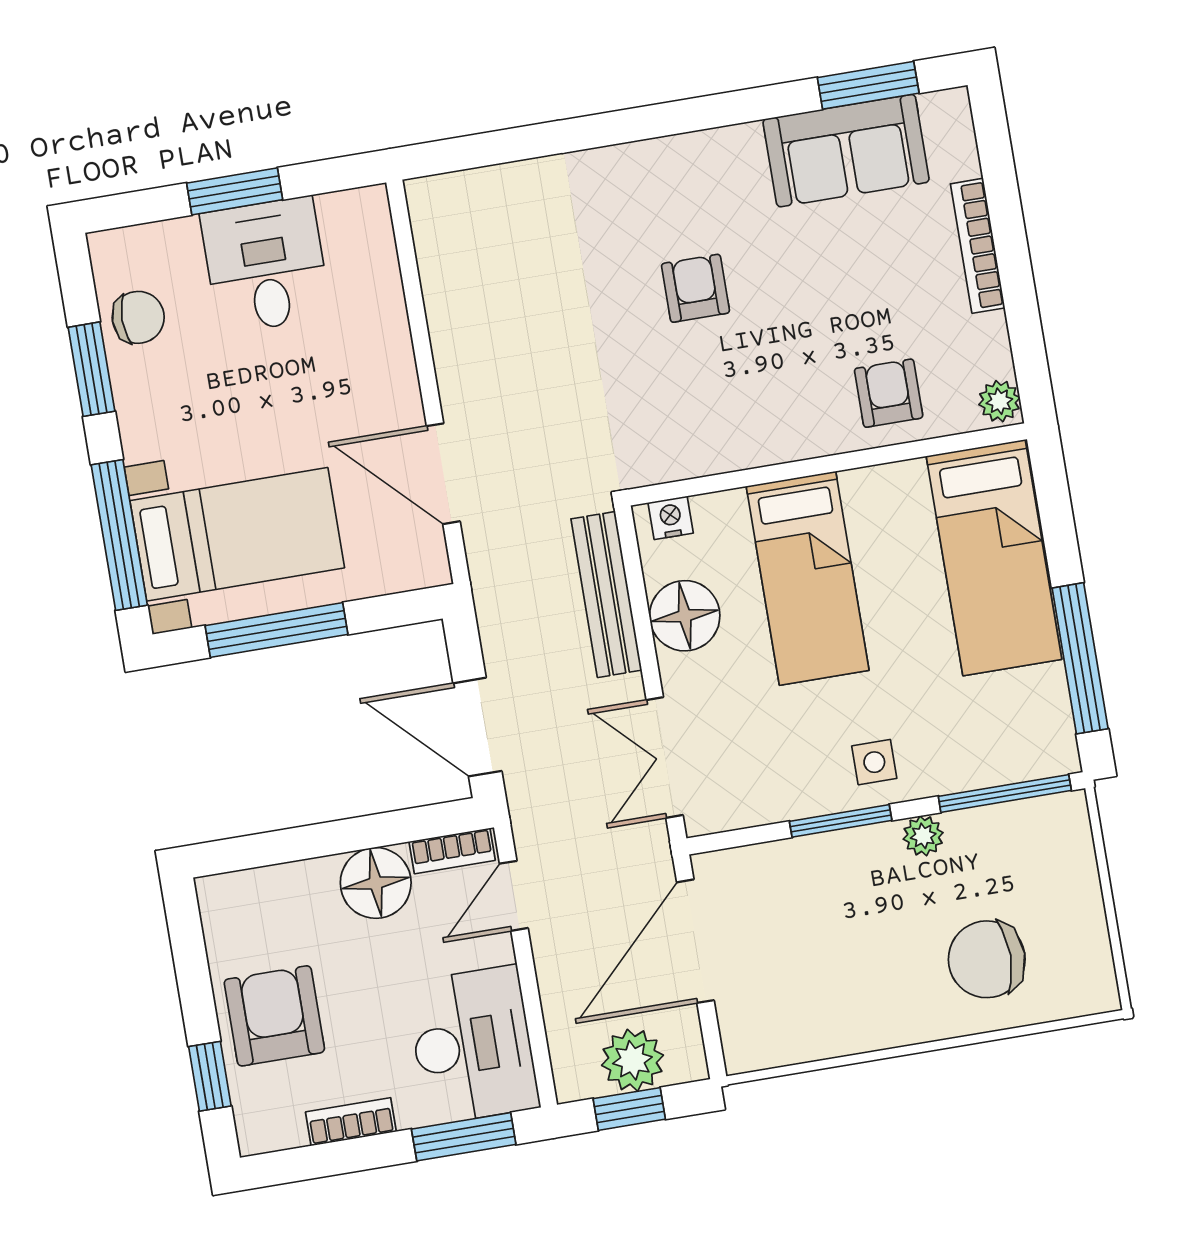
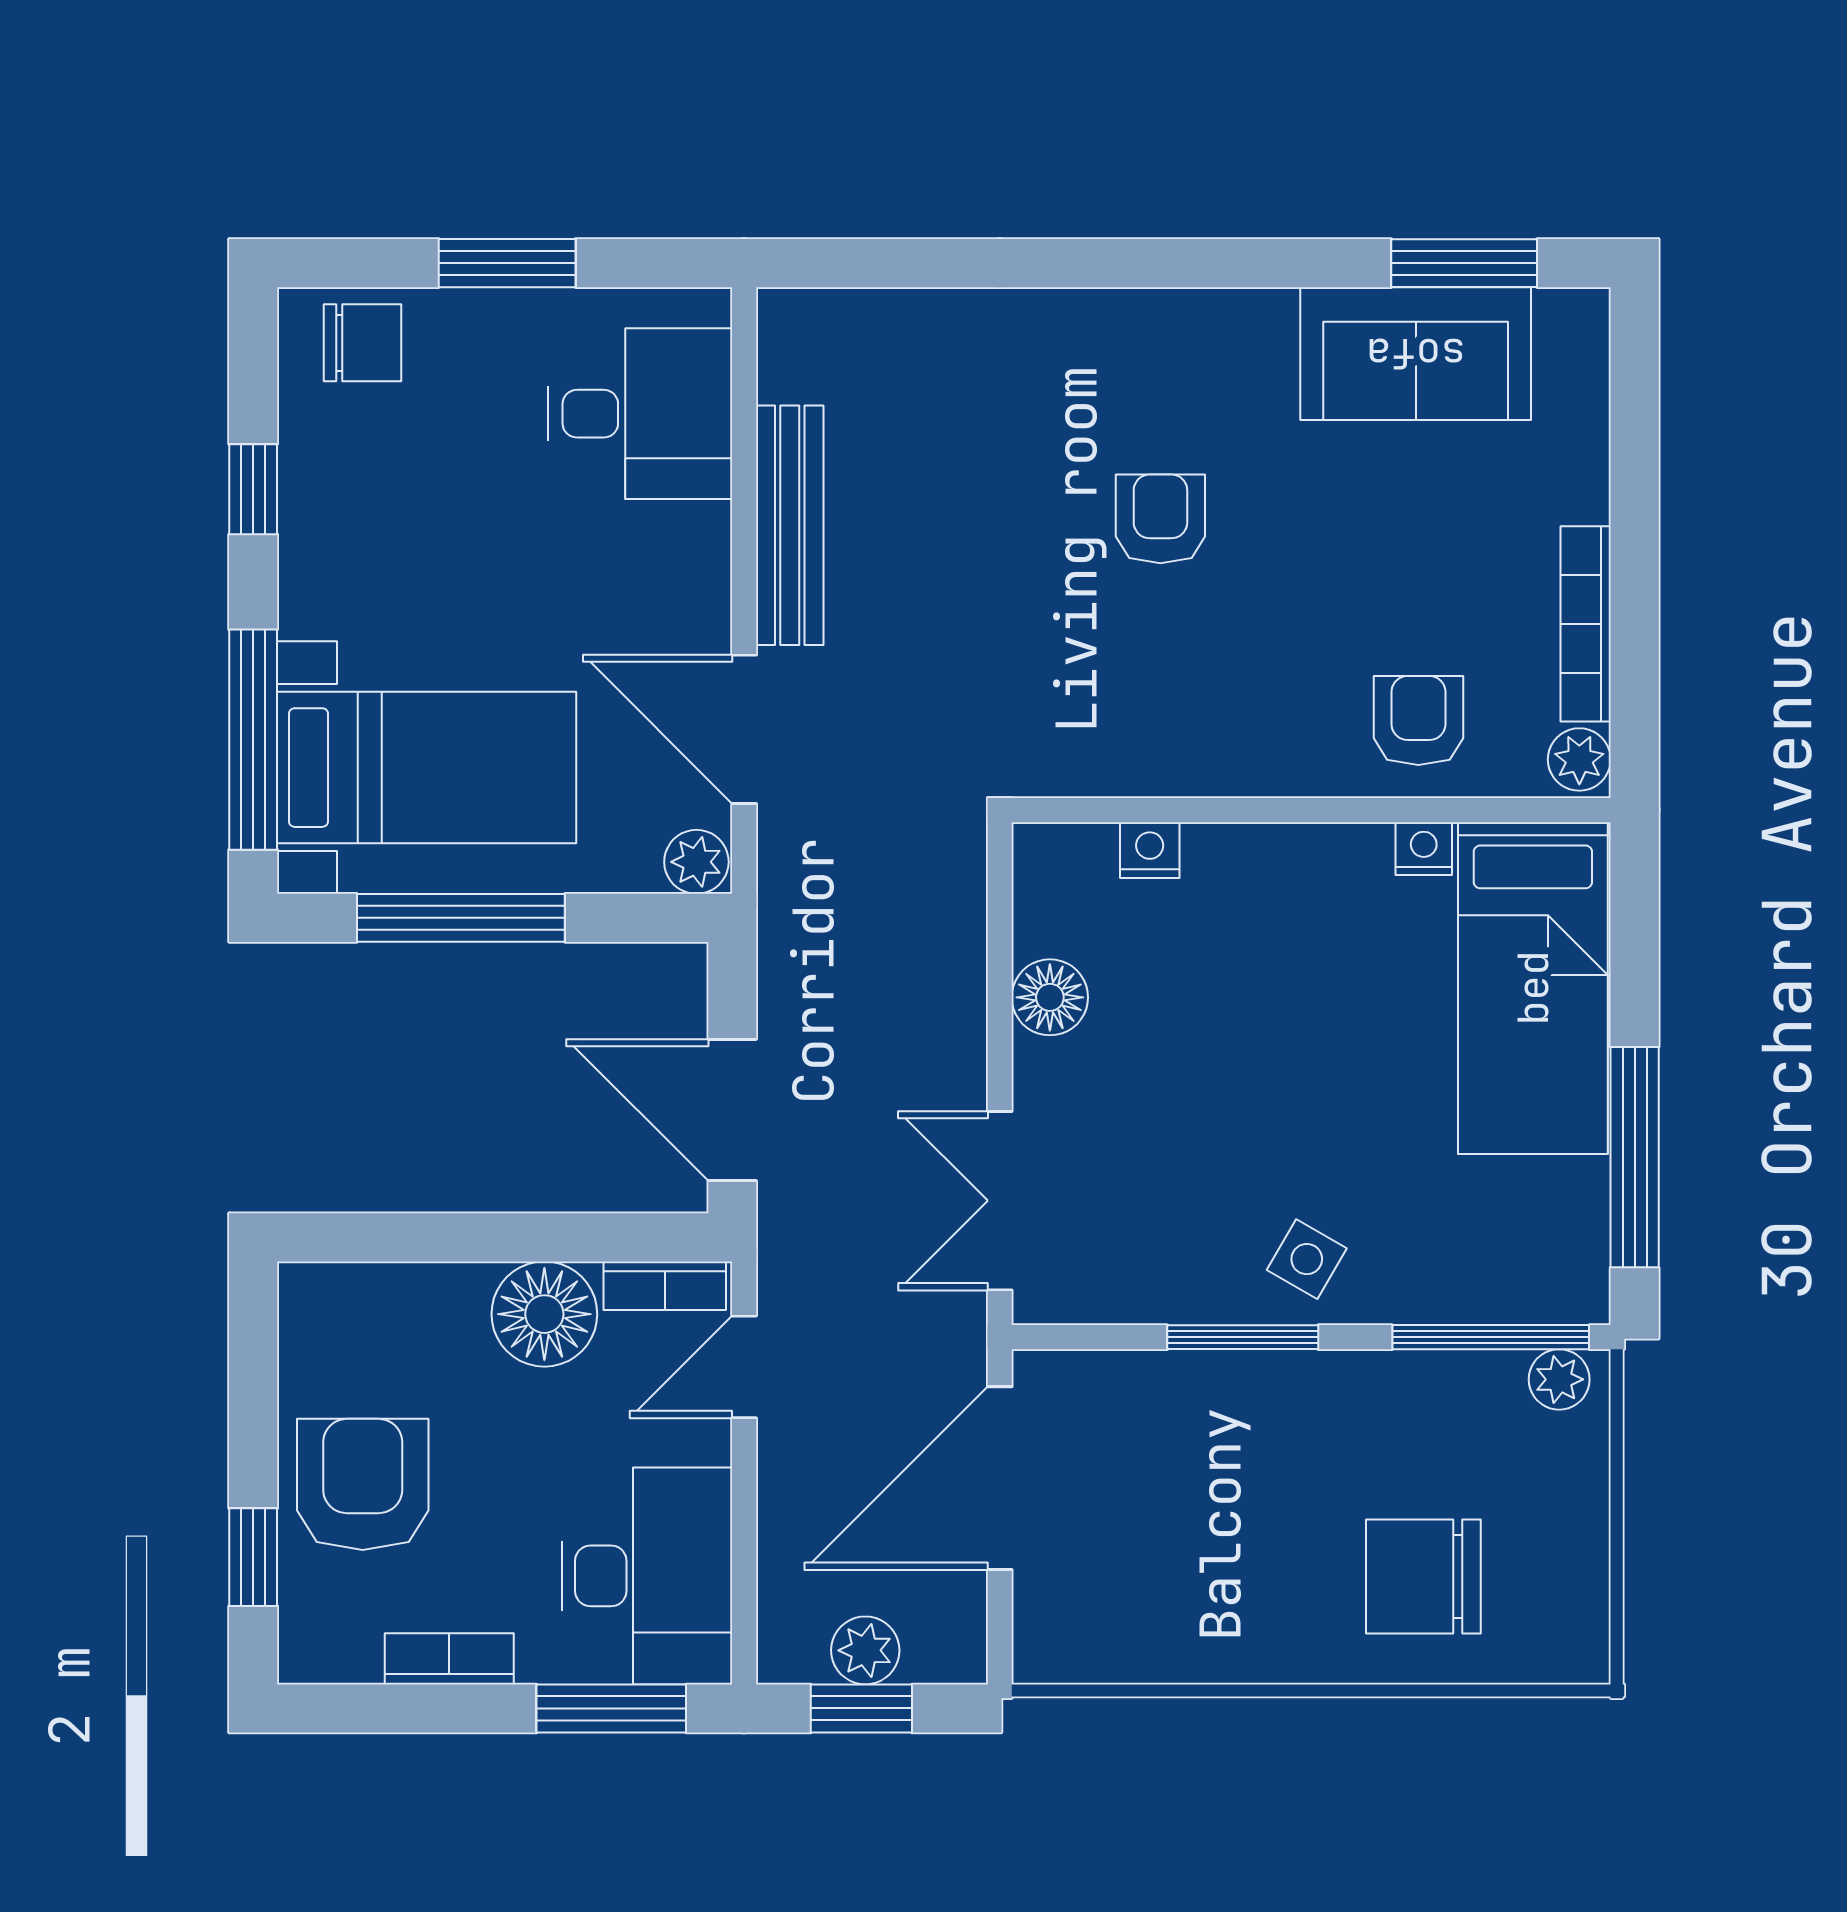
bookcase: (978, 246) -> (1586, 624), moved
desk: (266, 265) -> (640, 414), moved, turned 90
chair: (138, 317) -> (362, 343), moved
window: (91, 369) -> (253, 489), width x0.67
nightstand: (906, 477) -> (1424, 849), added
nightstand: (671, 518) -> (1150, 850), moved
plant: (426, 567) -> (696, 862), added
bed: (808, 578) -> (1254, 972), removed
bench: (606, 595) -> (790, 525), moved
floor lamp: (685, 616) -> (1050, 997), width x0.73, depth x0.73
side table: (874, 762) -> (1307, 1259), turned 30
plant: (923, 836) -> (1559, 1379), moved
plant: (632, 1060) -> (865, 1650), width x0.73, depth x0.73

